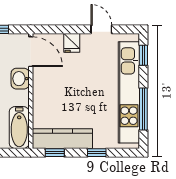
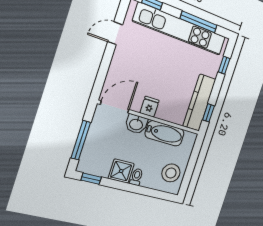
fridge: (72, 43) -> (150, 107), moved, turned -90
bathtub: (19, 128) -> (165, 133), moved
window: (97, 153) -> (224, 65), moved

